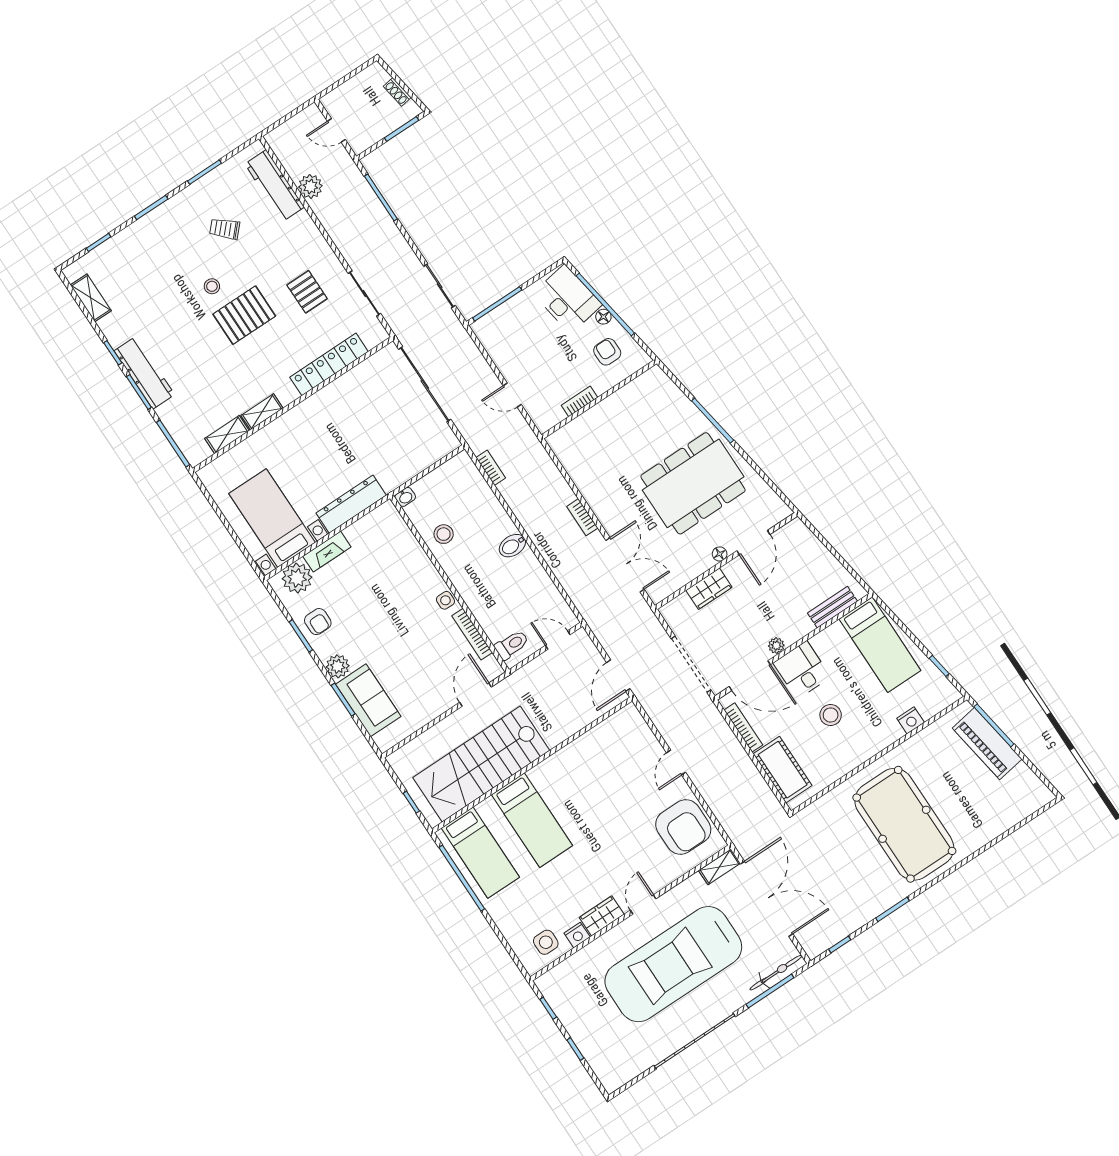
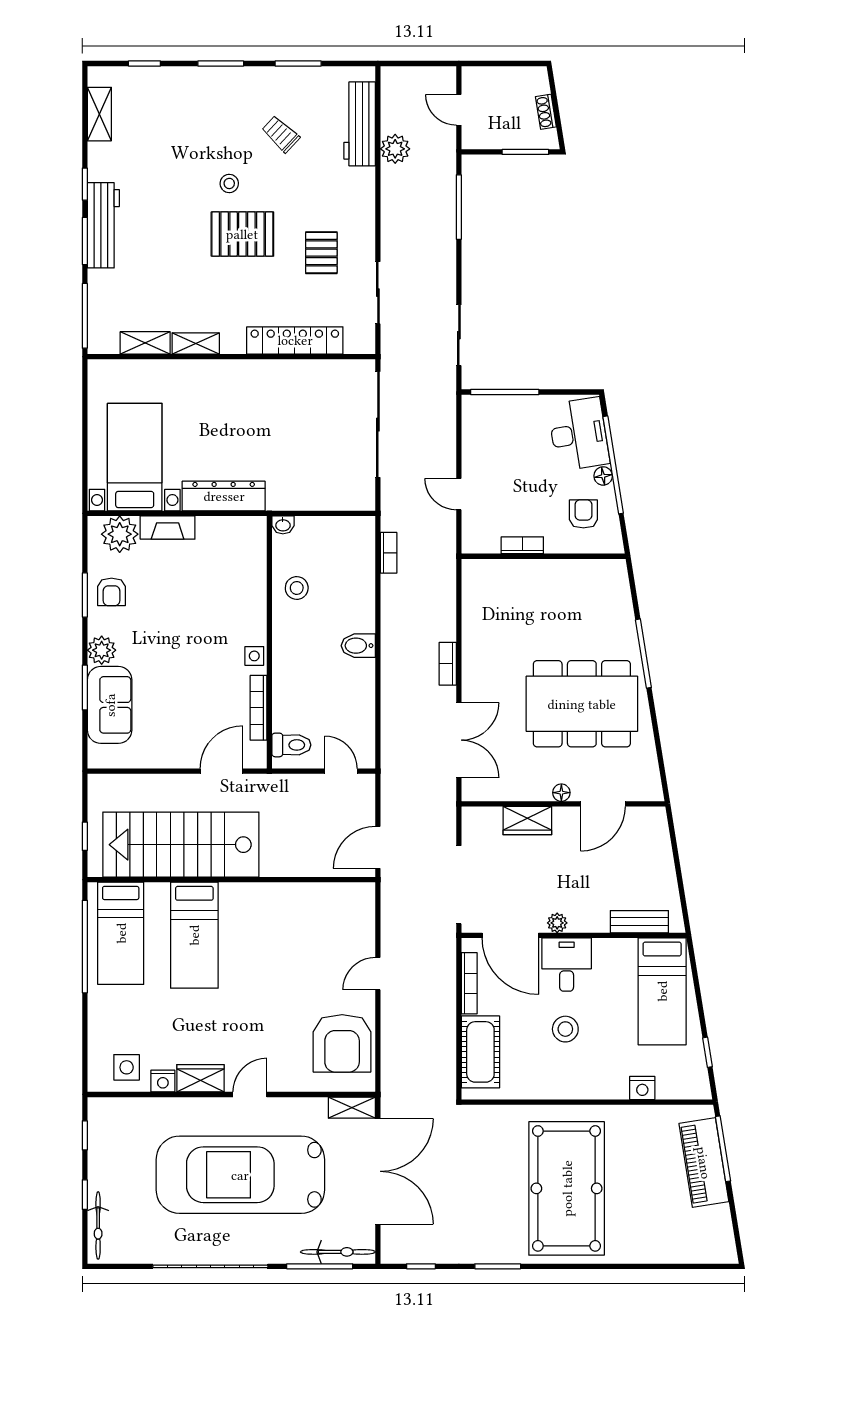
bicycle: (599, 1064) -> (98, 1225), added

